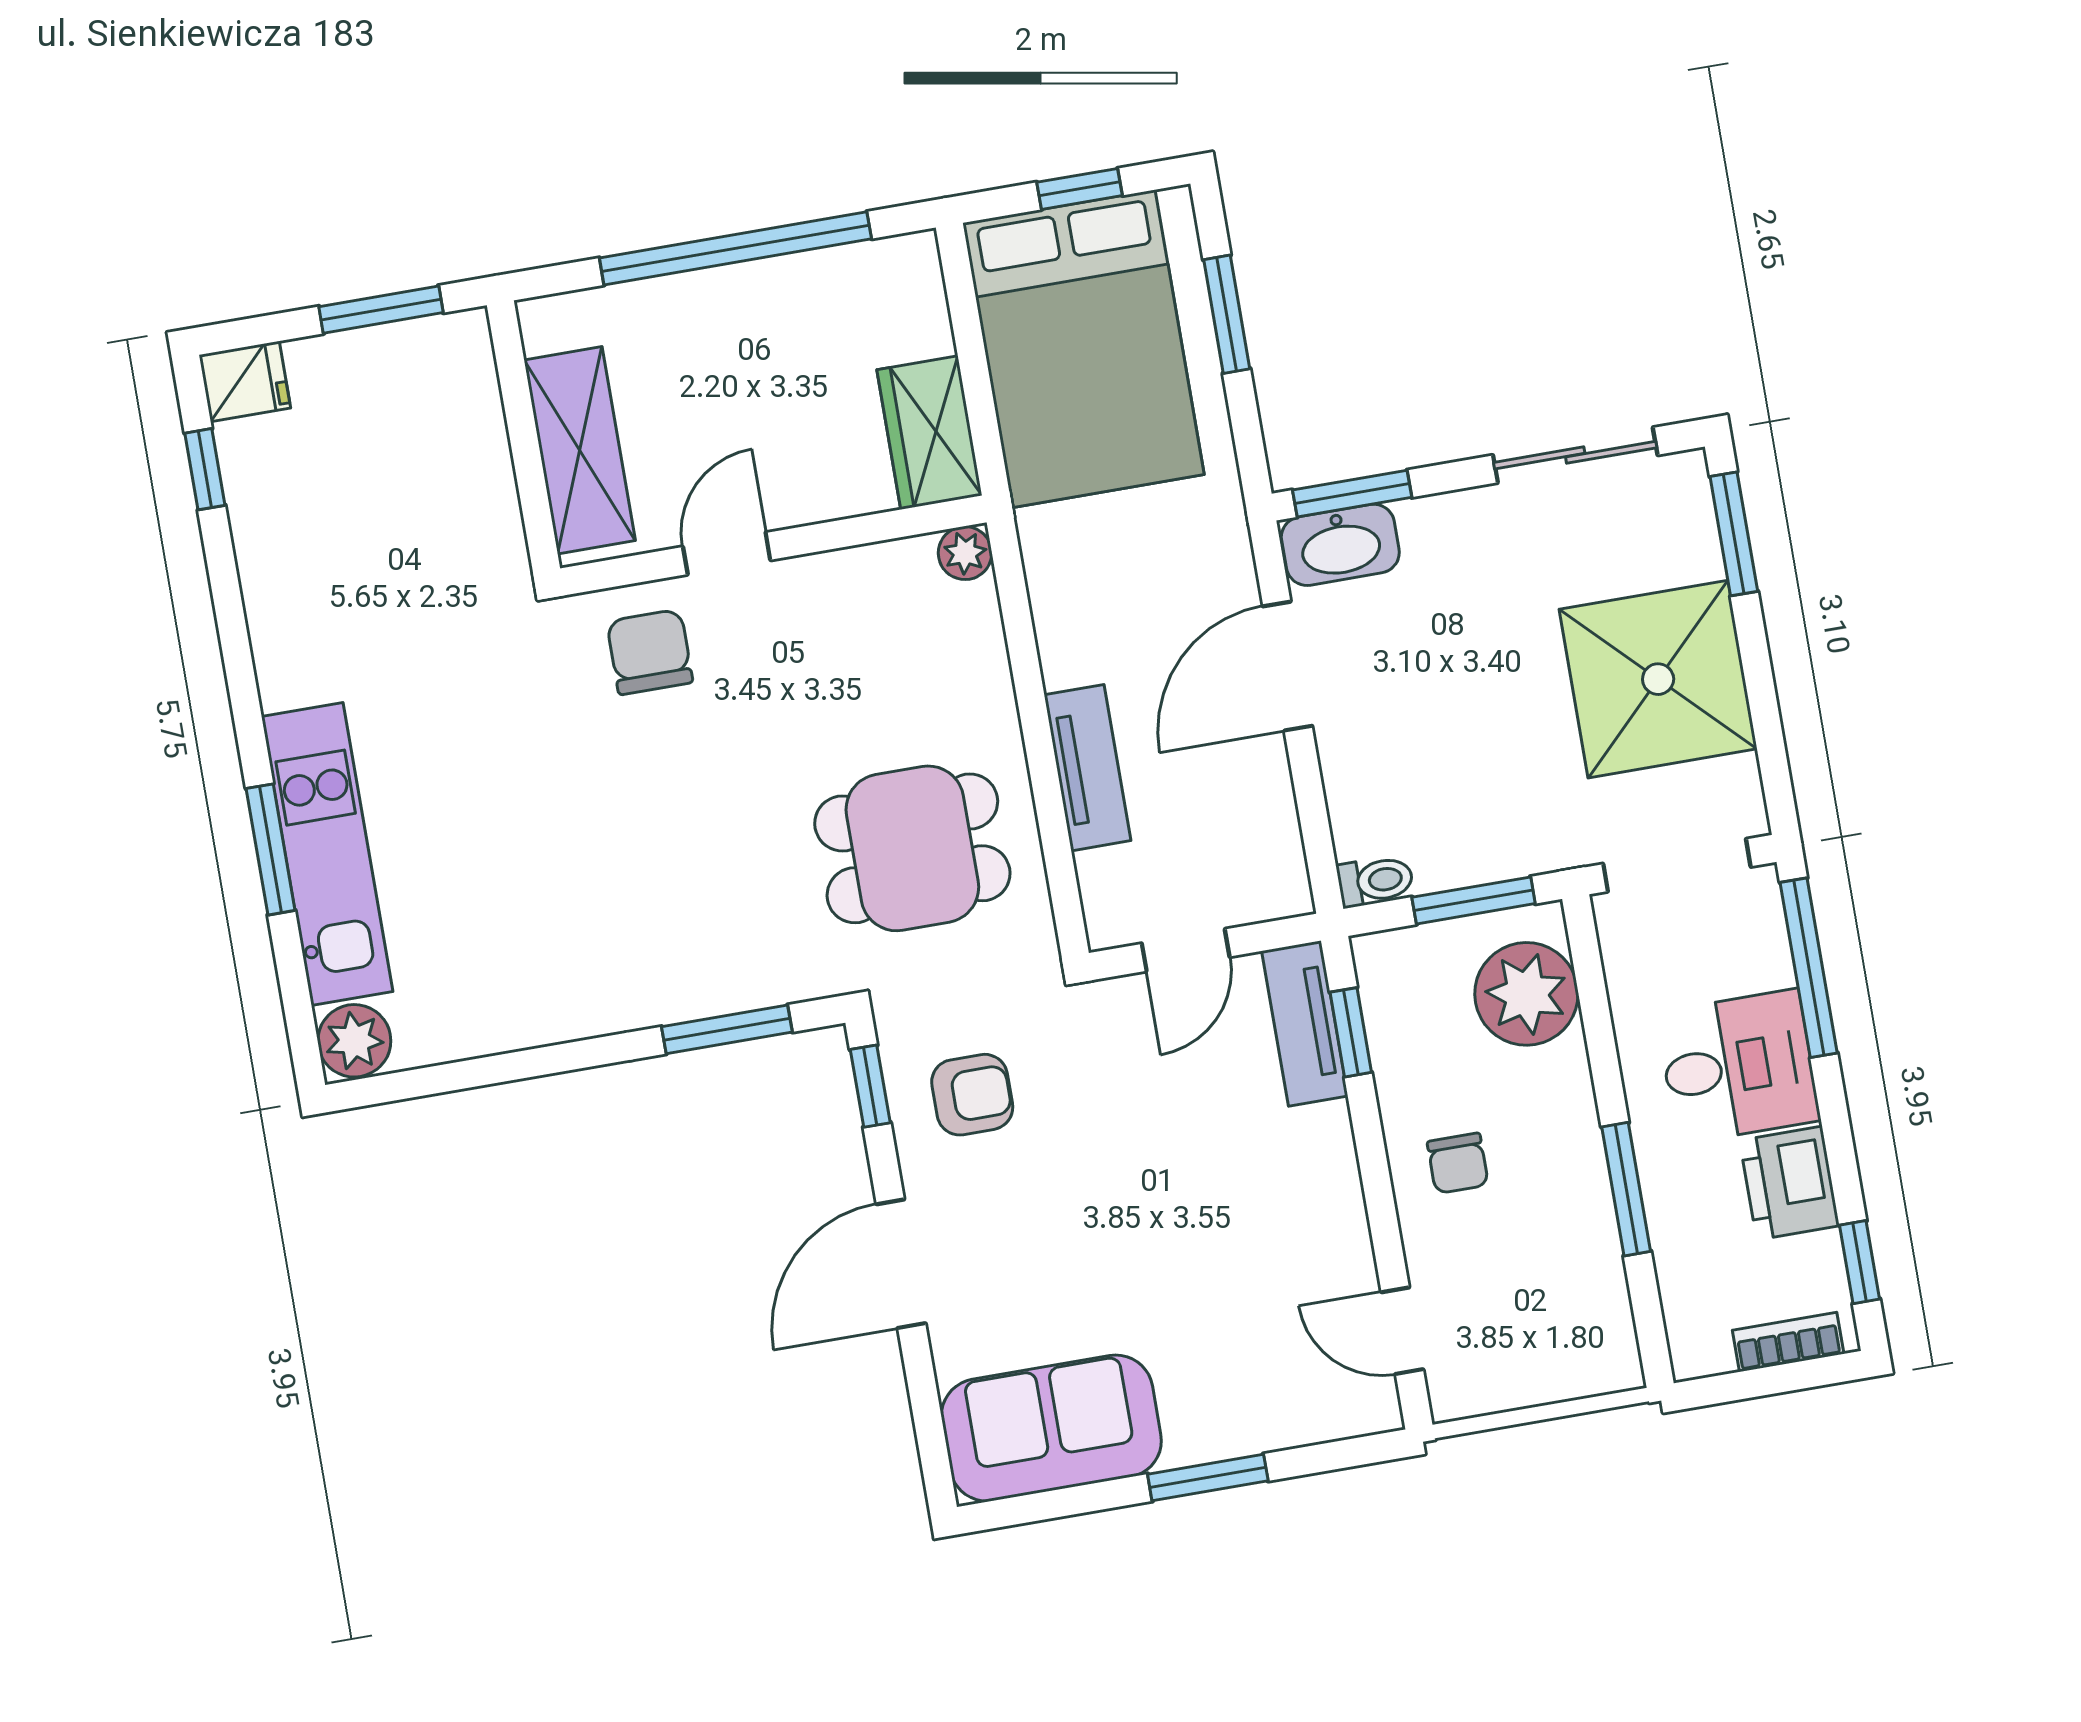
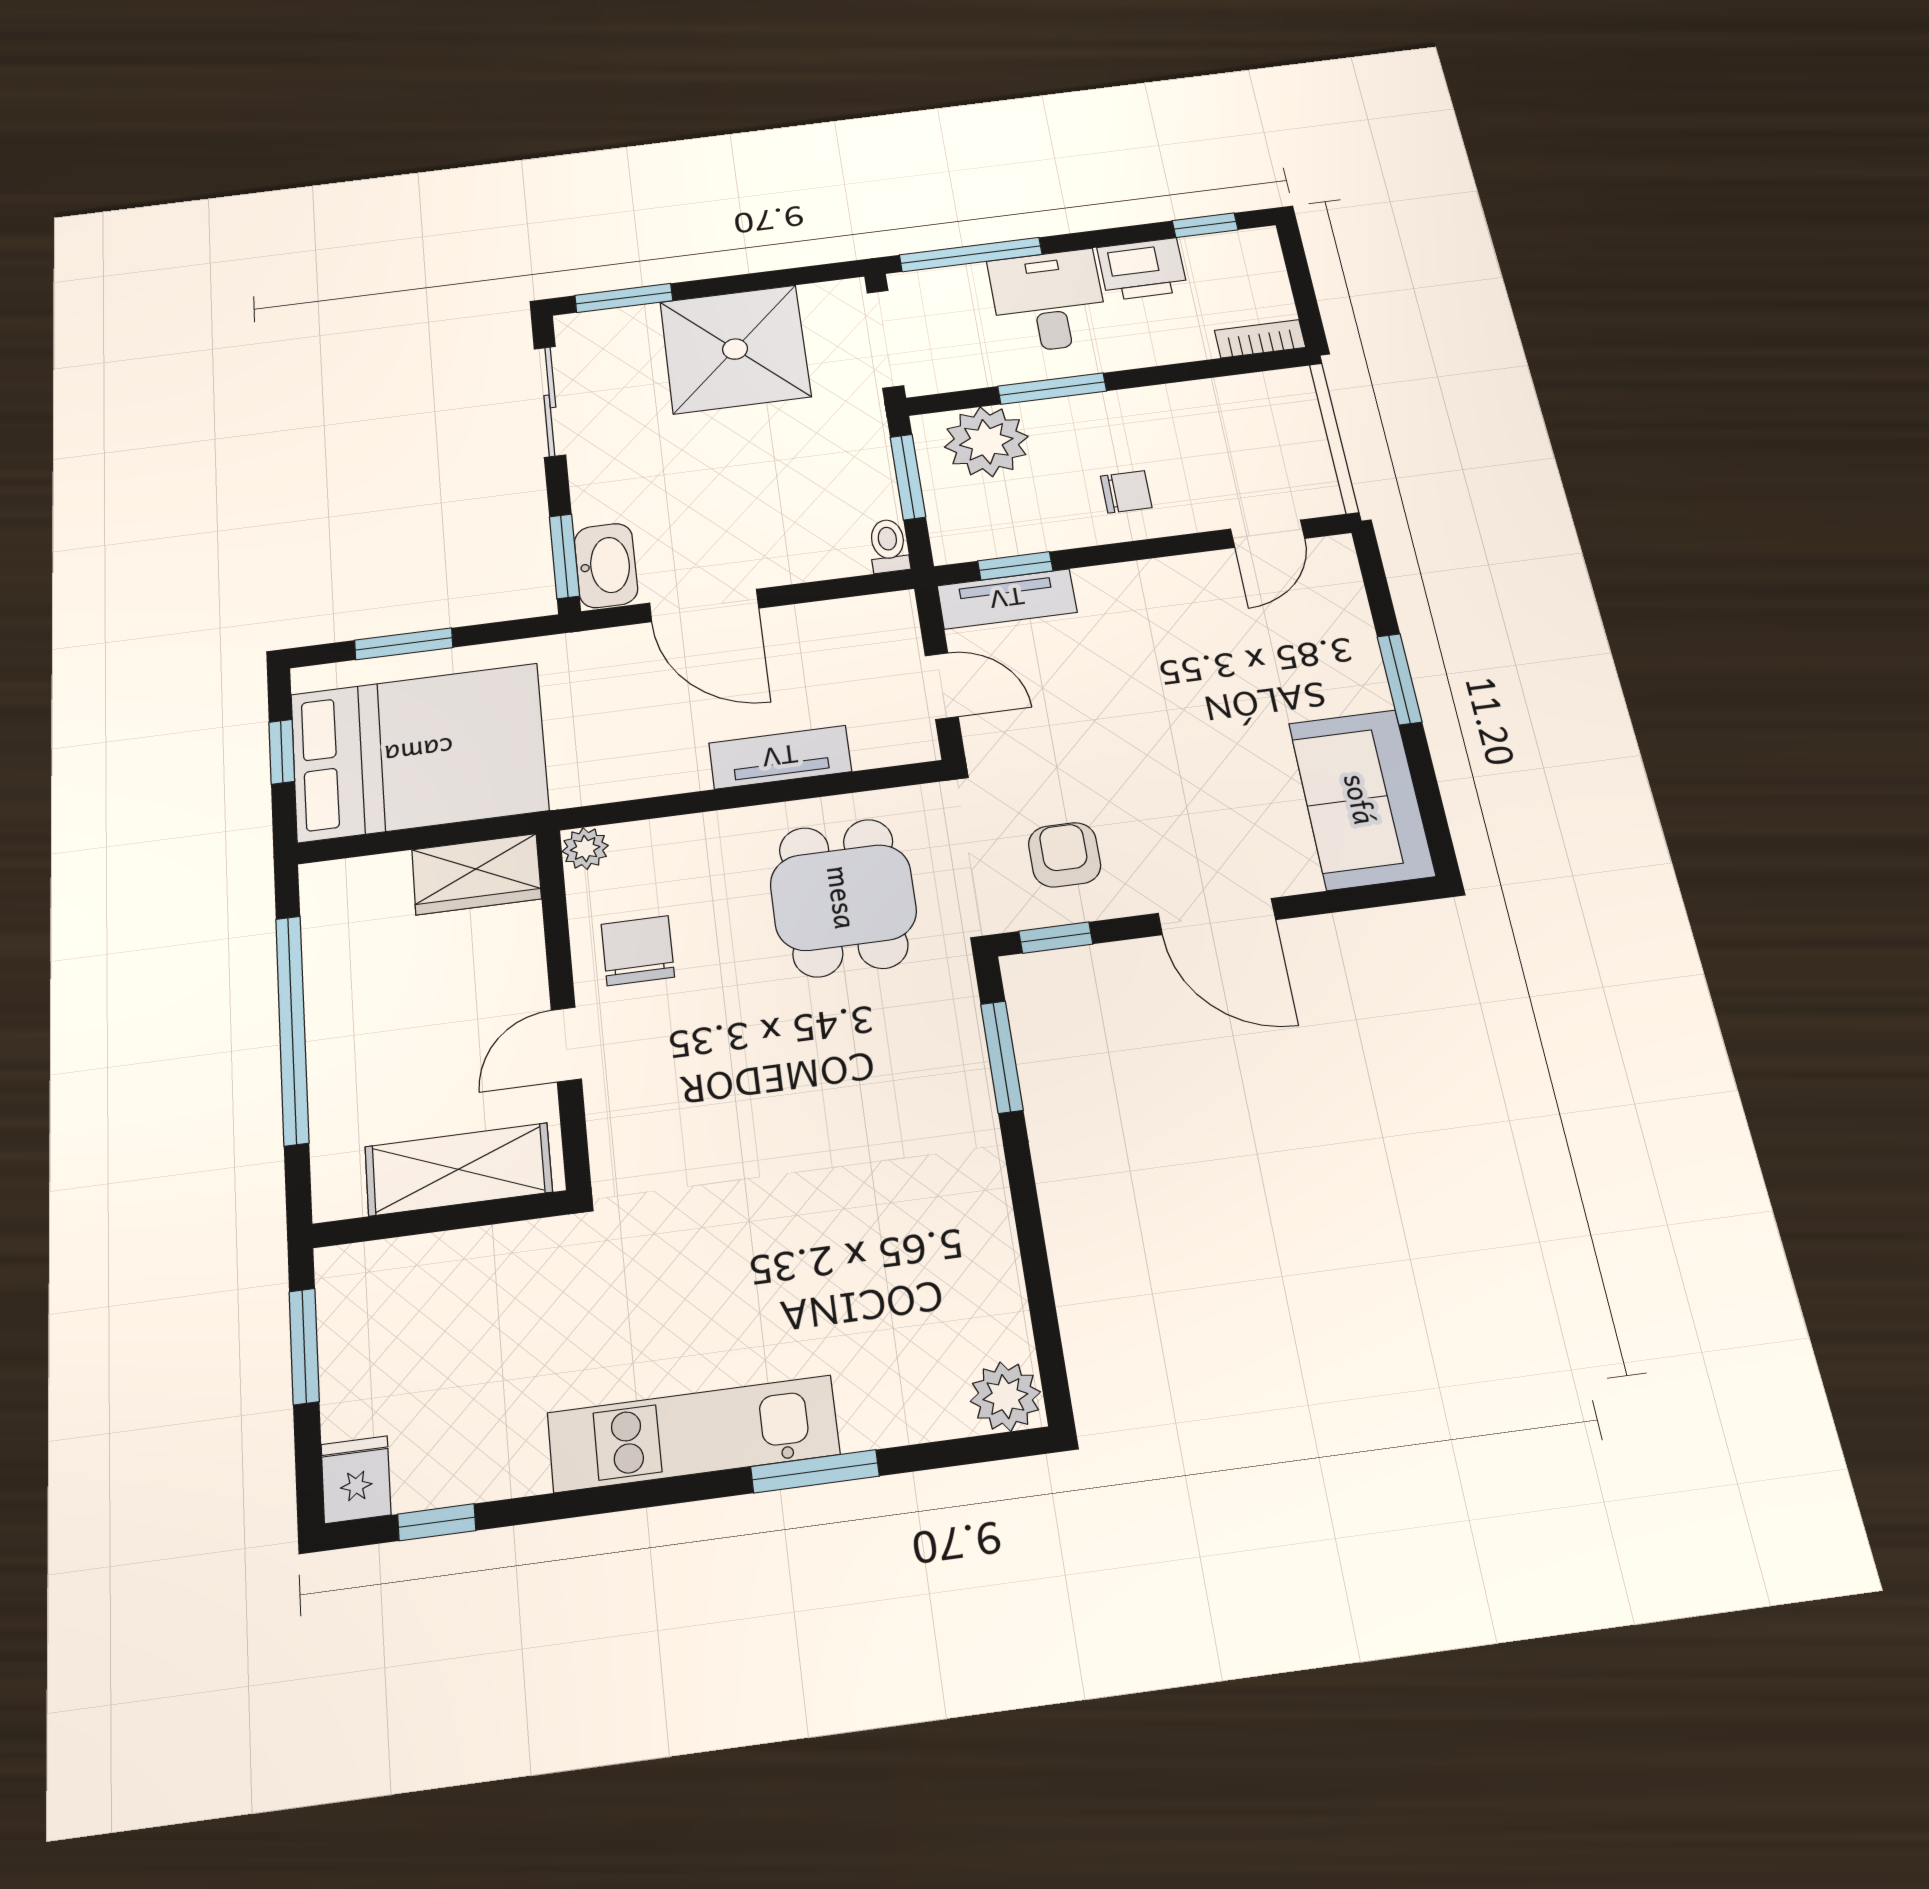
door: (727, 553) -> (566, 1044), hinge flipped
chair: (650, 652) -> (638, 951), moved, turned 90
kitchen unit: (327, 854) -> (693, 1434), moved
window: (1626, 1189) -> (1052, 389), moved
bookcase: (1788, 1342) -> (1260, 339), moved, turned 90

